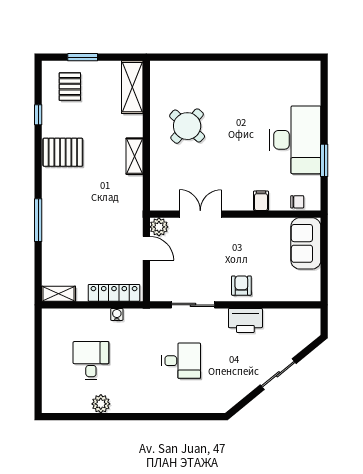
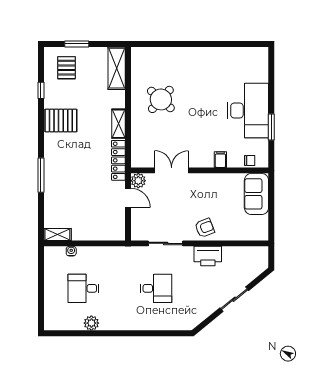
armchair: (241, 286) -> (205, 228), turned 69
locker: (114, 293) -> (118, 160), moved, turned -90
water cooler: (117, 314) -> (71, 251), moved
desk: (91, 361) -> (83, 288), turned -90

